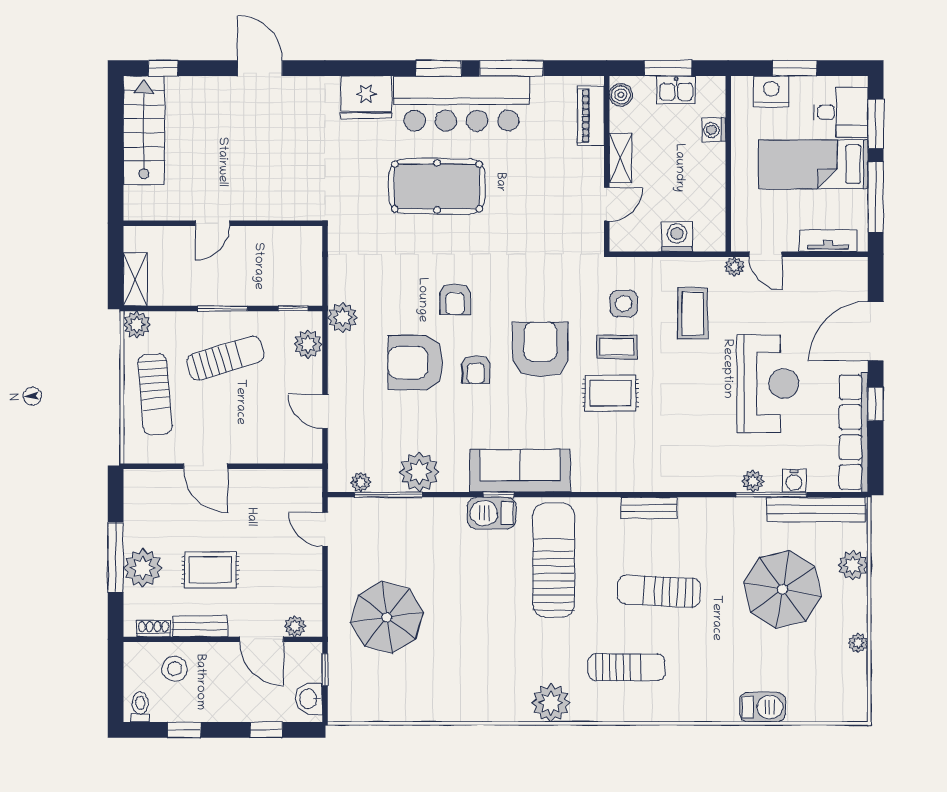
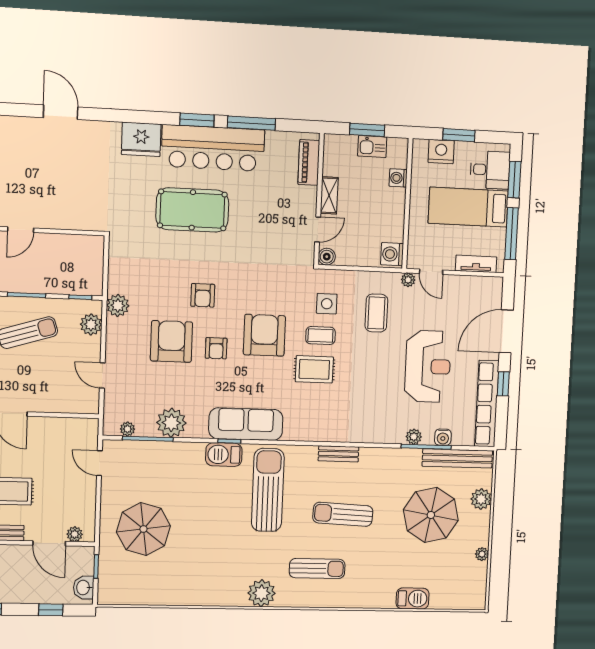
boiler: (621, 95) -> (327, 257), moved
washing machine: (677, 236) -> (392, 254), moved, turned -90
armchair: (416, 363) -> (171, 341), turned 90

